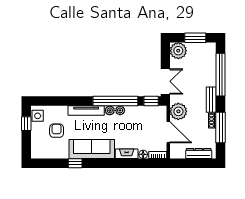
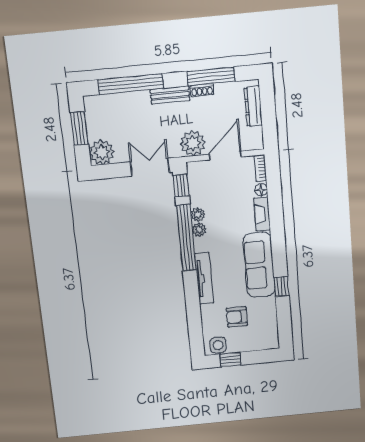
plant: (110, 110) -> (198, 214), moved

